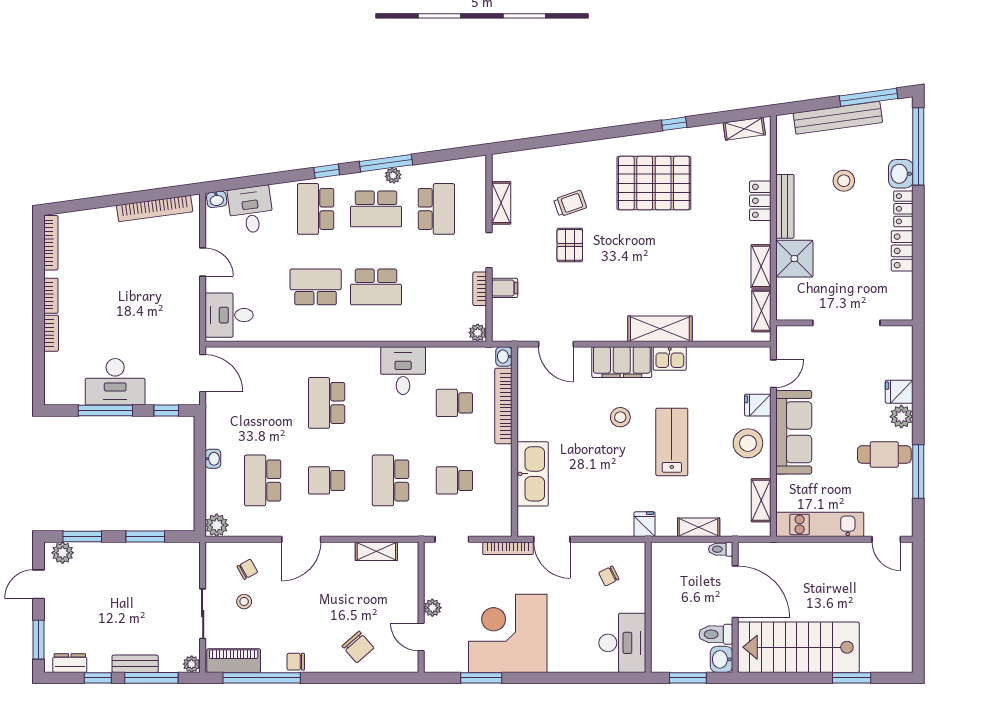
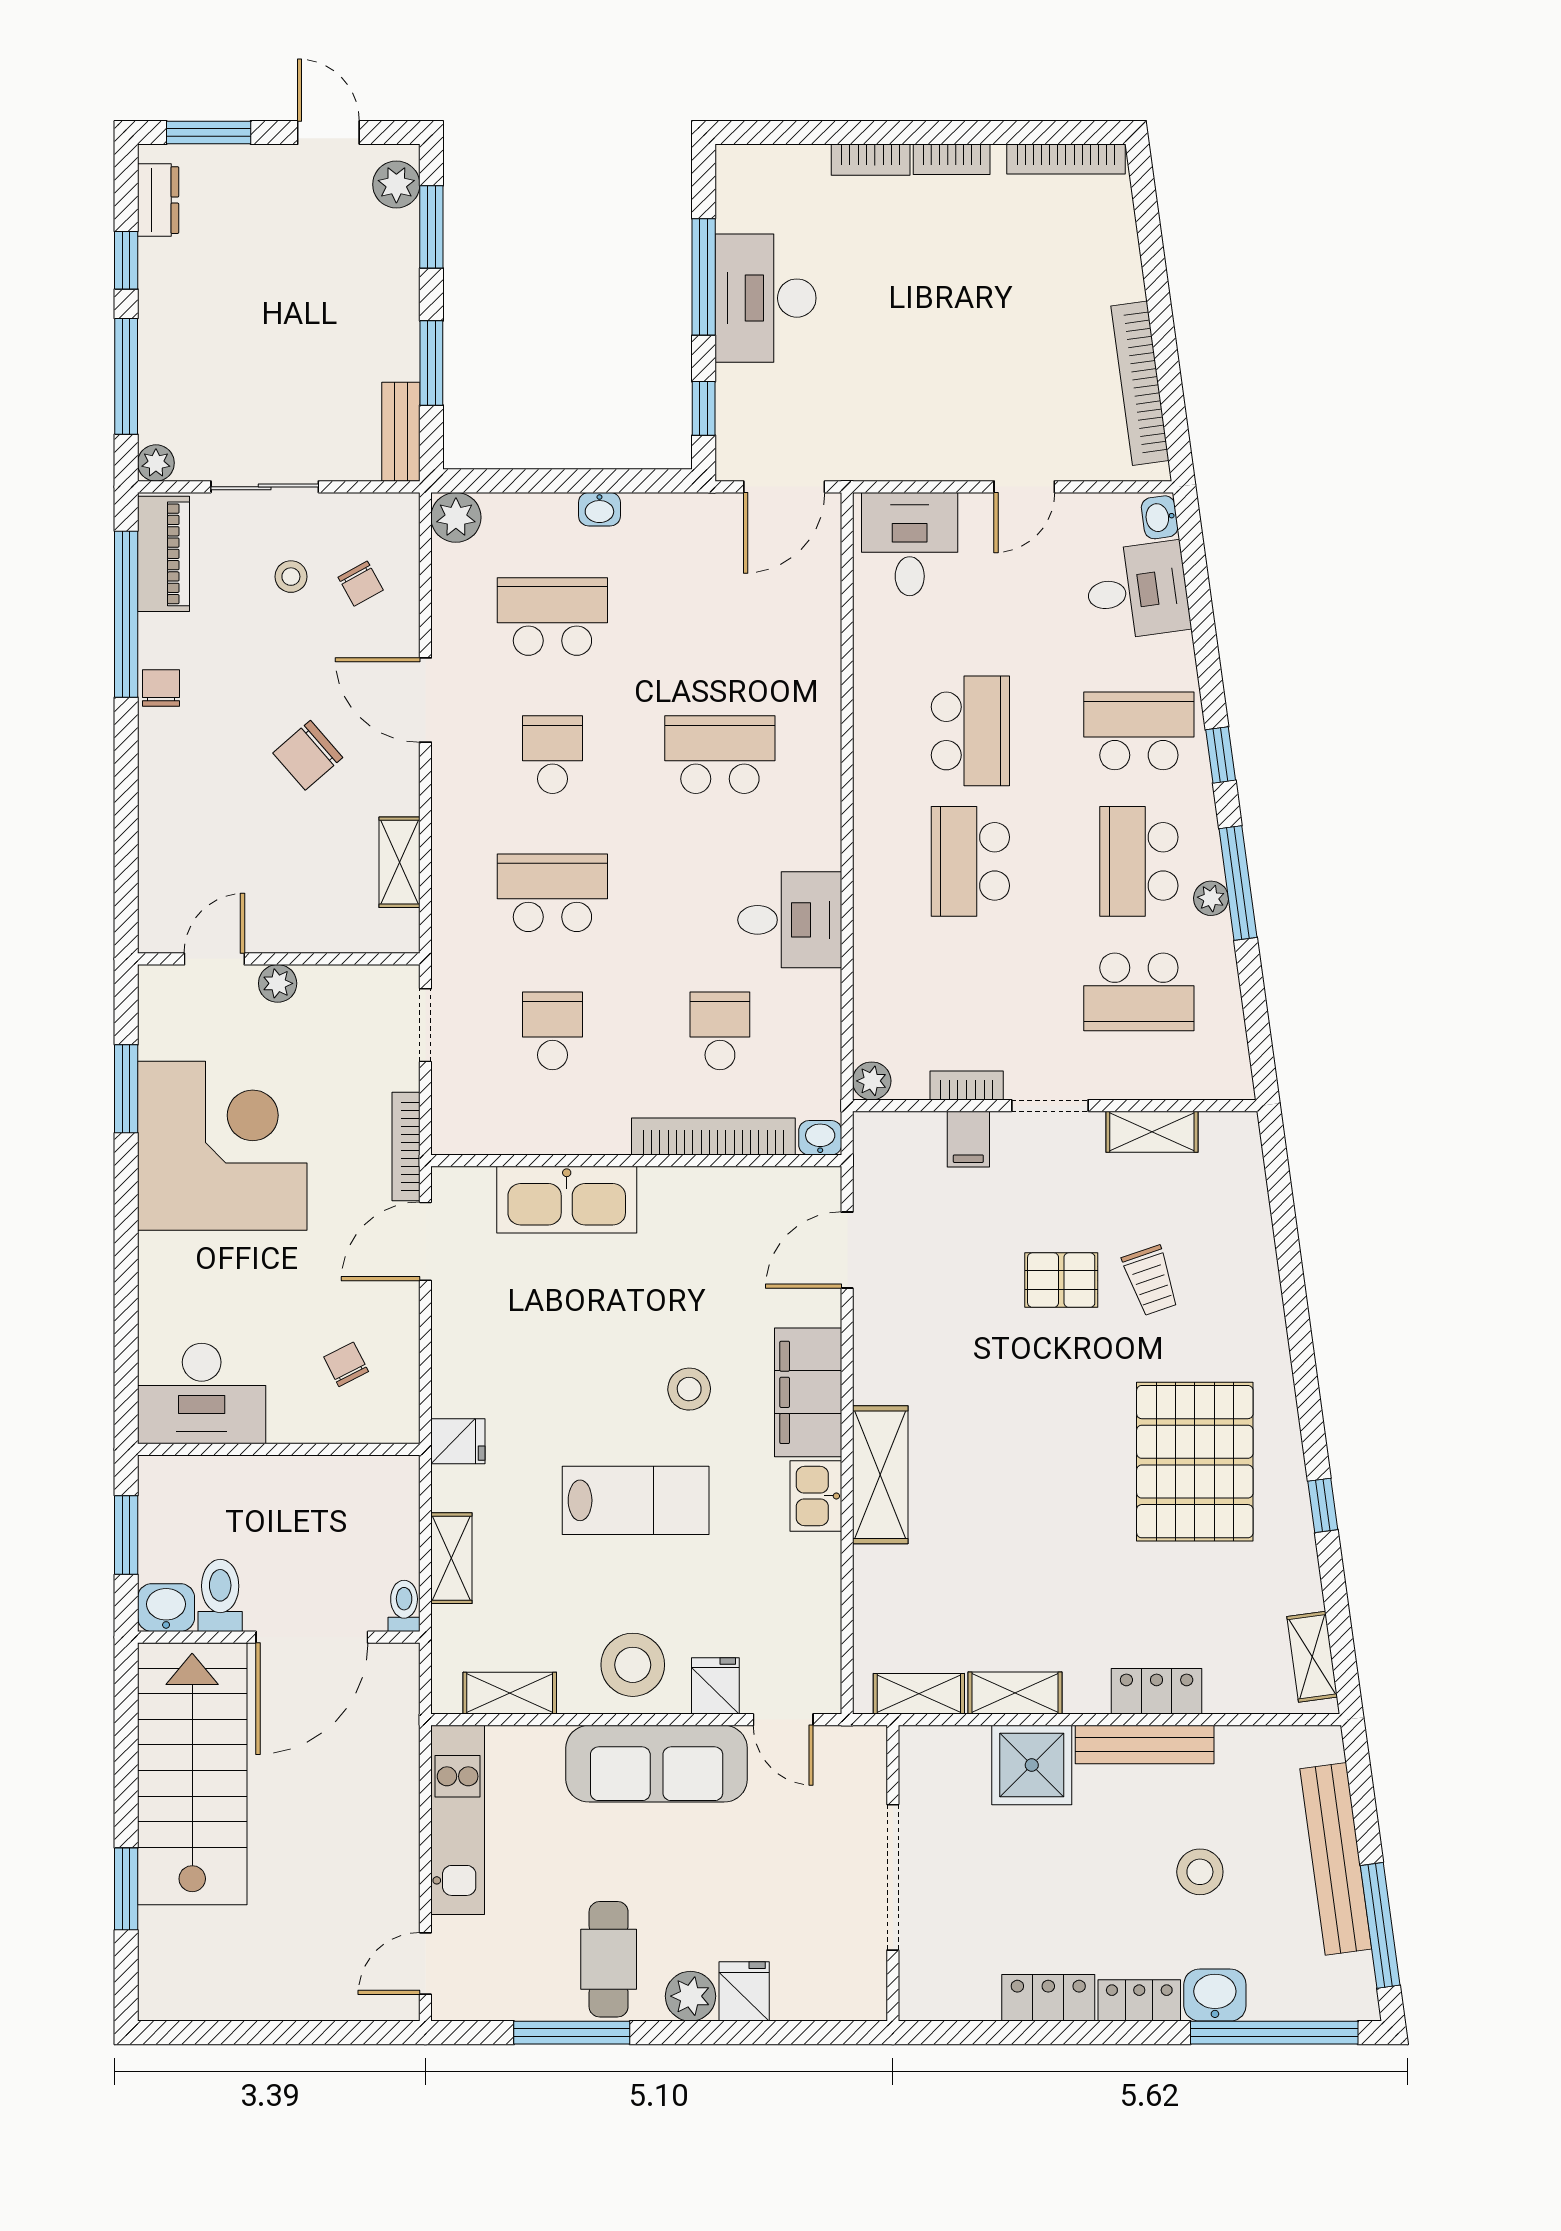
chair: (358, 647) -> (308, 755), moved
bench: (135, 664) -> (401, 432), moved

